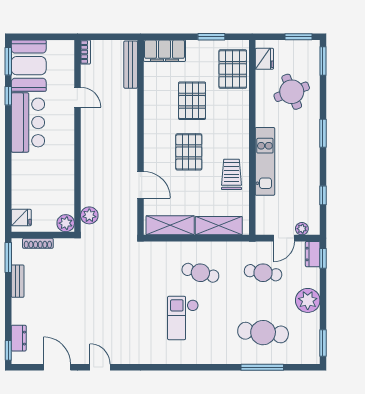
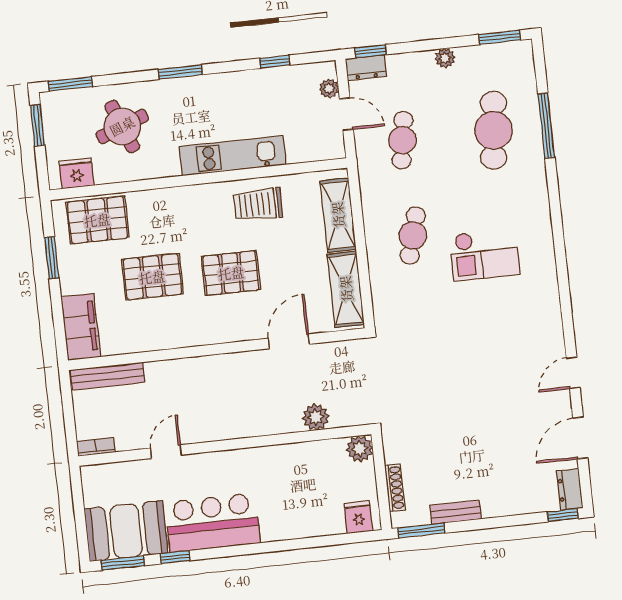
plant: (89, 215) -> (316, 417), moved
plant: (308, 300) -> (445, 58), width x0.53, depth x0.53
dresser: (19, 338) -> (570, 489), moved, turned -90

